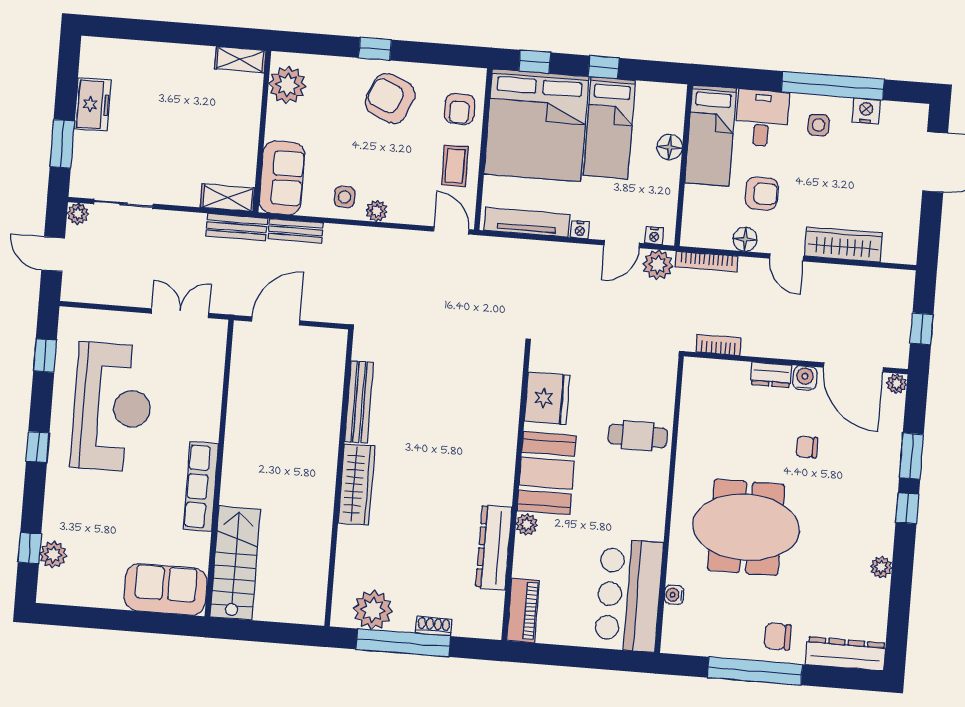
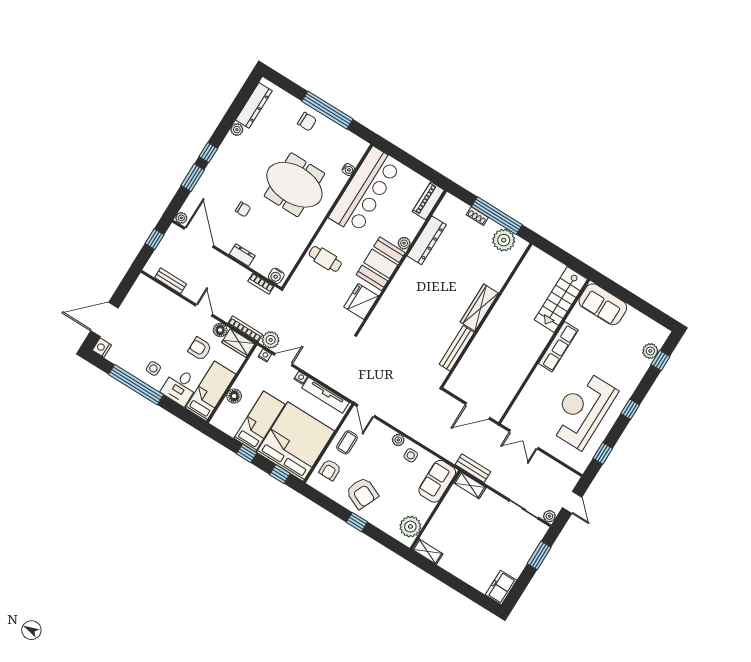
freezer: (93, 104) -> (501, 588), moved
armchair: (460, 109) -> (330, 470), turned 180
nightstand: (866, 111) -> (102, 348), moved, turned 90
bench: (296, 231) -> (171, 281), moved
wardrobe: (843, 245) -> (238, 343), moved, width x0.67
water cooler: (805, 378) -> (276, 276), moved
bar counter: (629, 595) -> (365, 191), width x1.36
dresser: (846, 654) -> (254, 105), moved, turned -90

